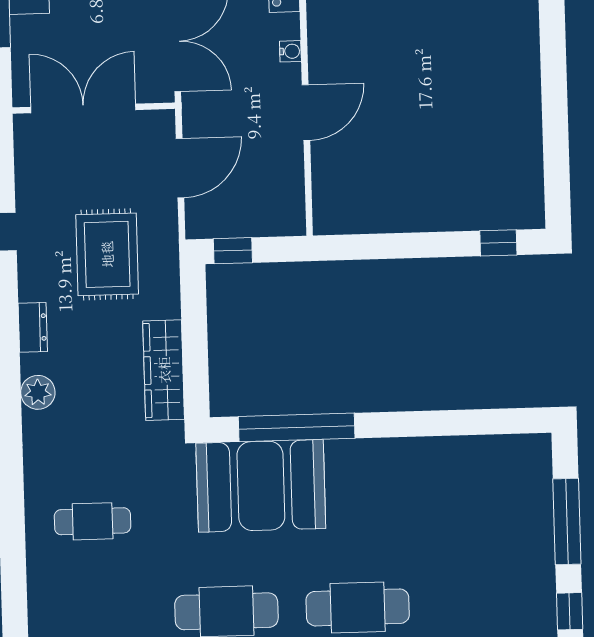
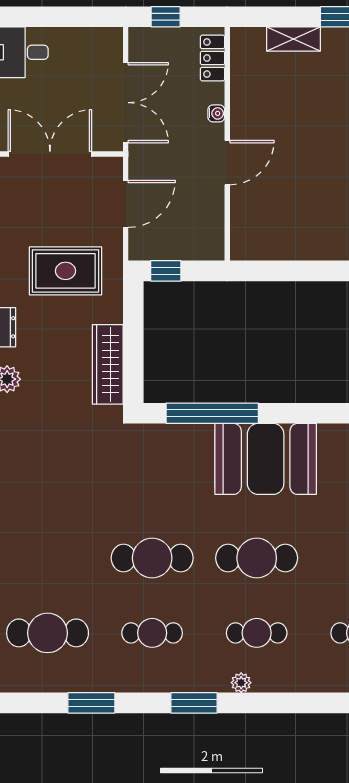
rug: (107, 254) -> (65, 271), turned 90
booth: (261, 486) -> (266, 459), moved
cafe table: (93, 521) -> (48, 483), removed

